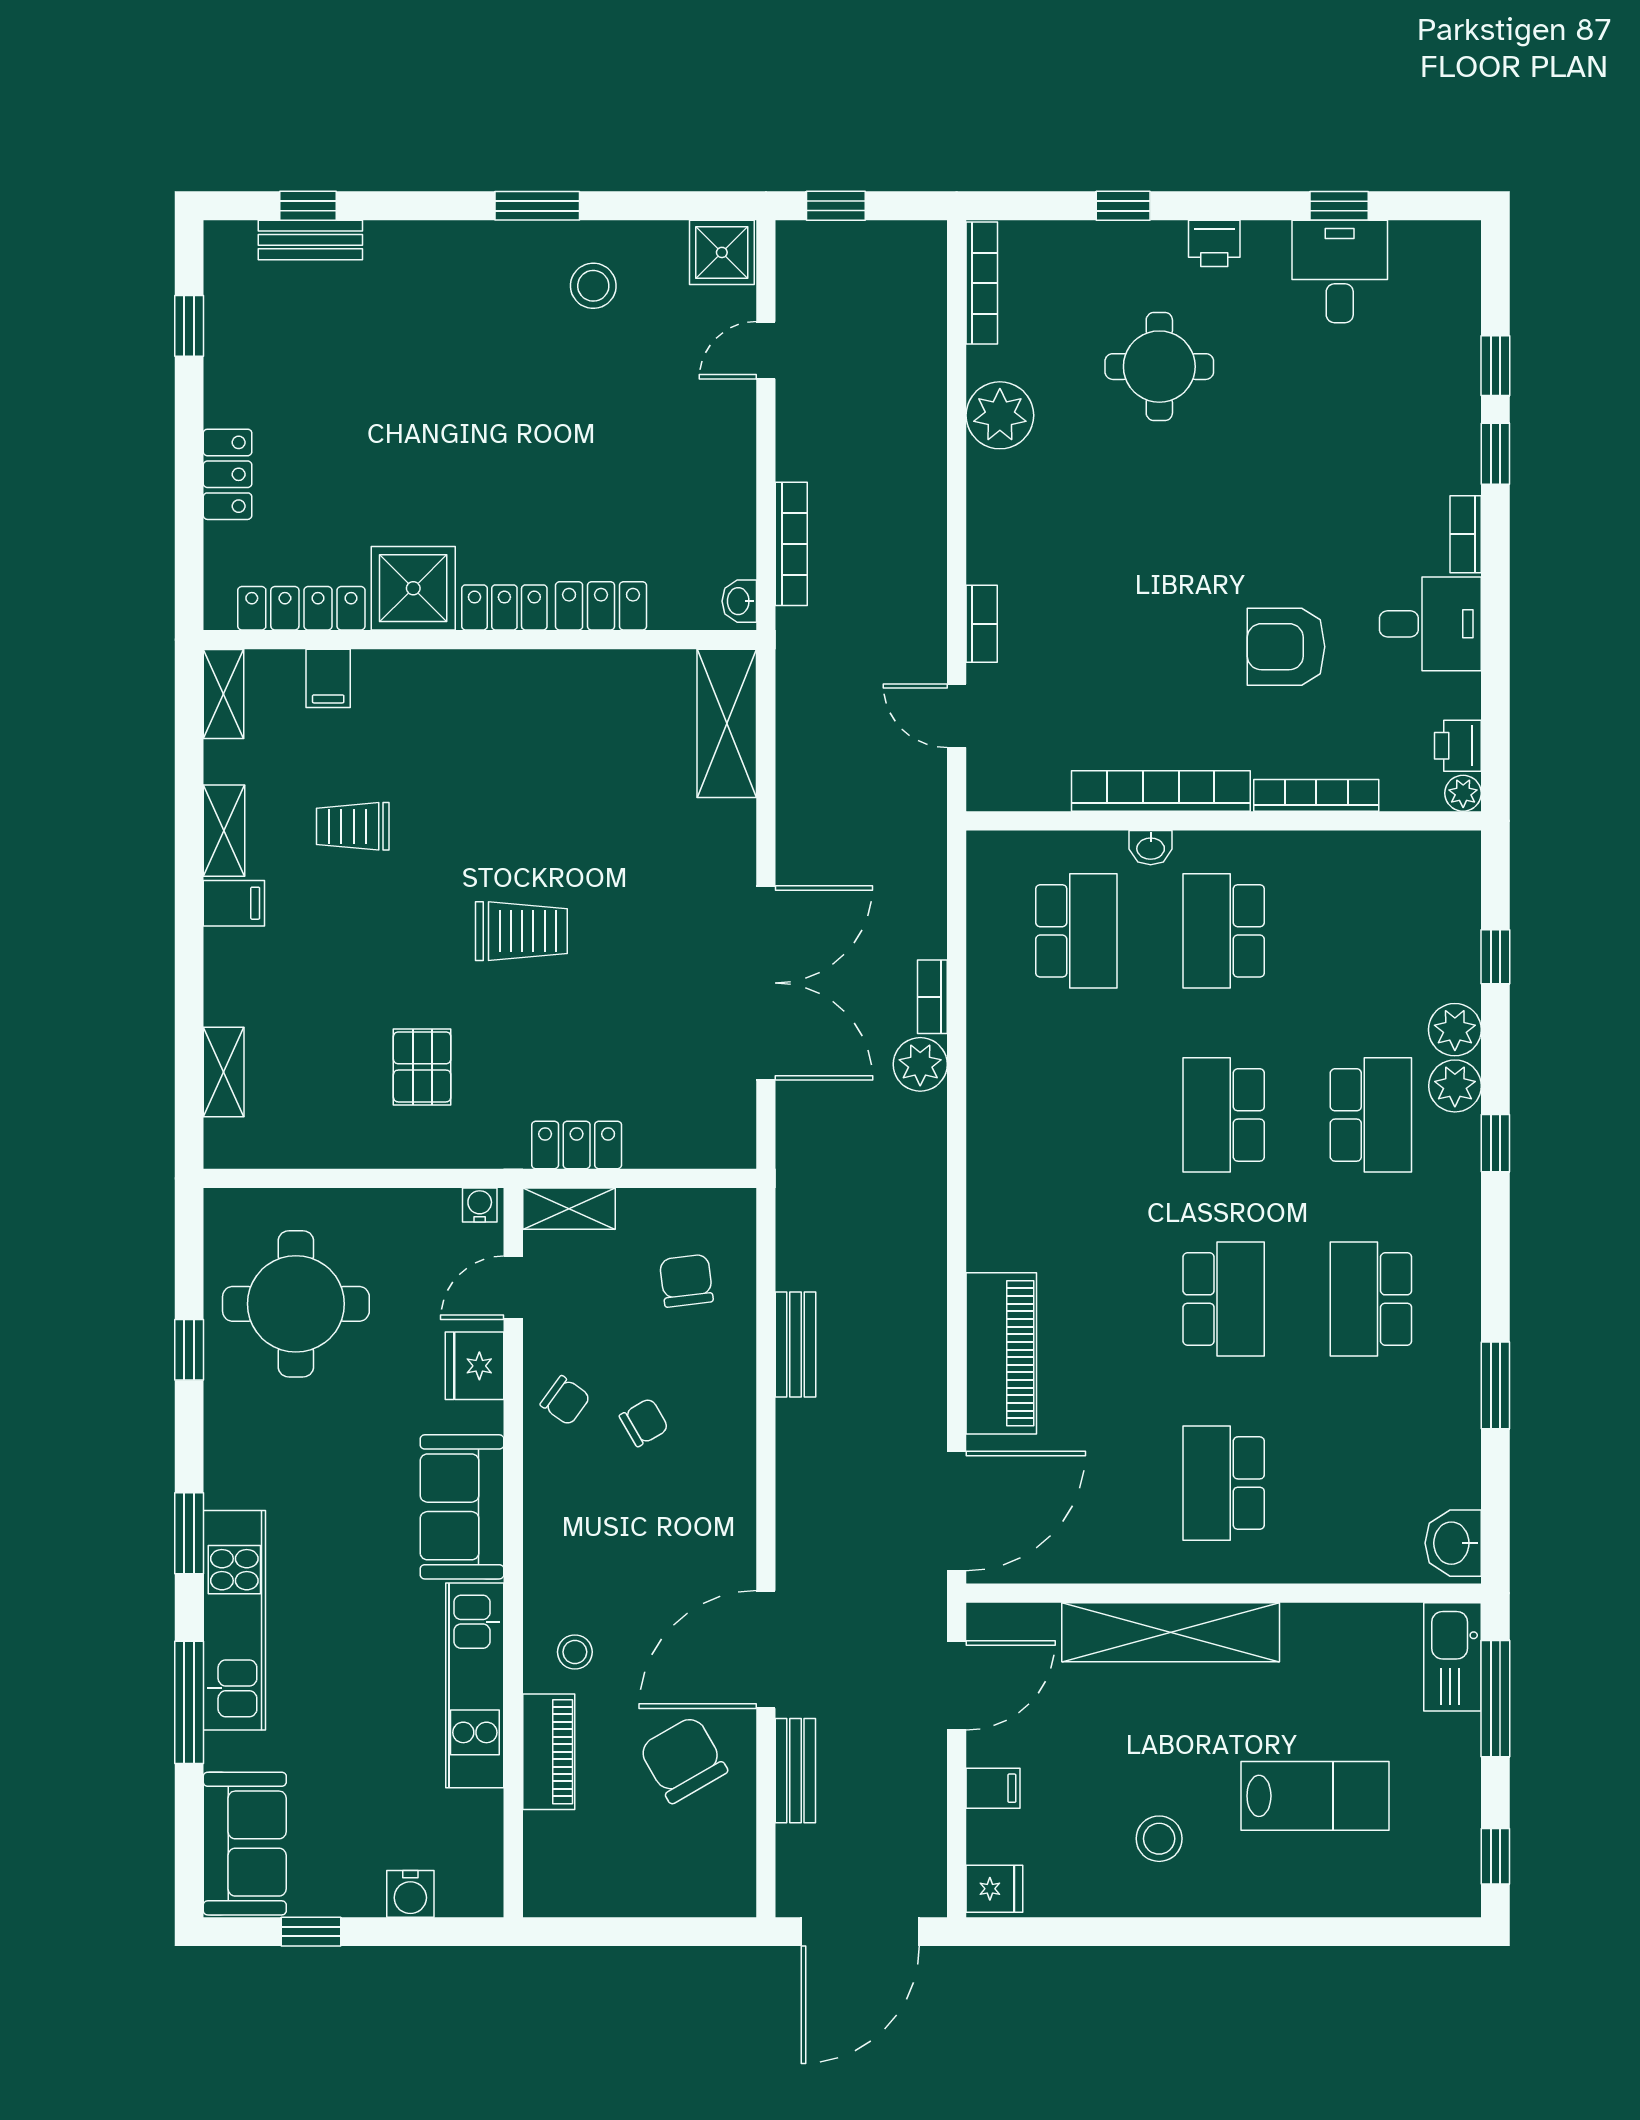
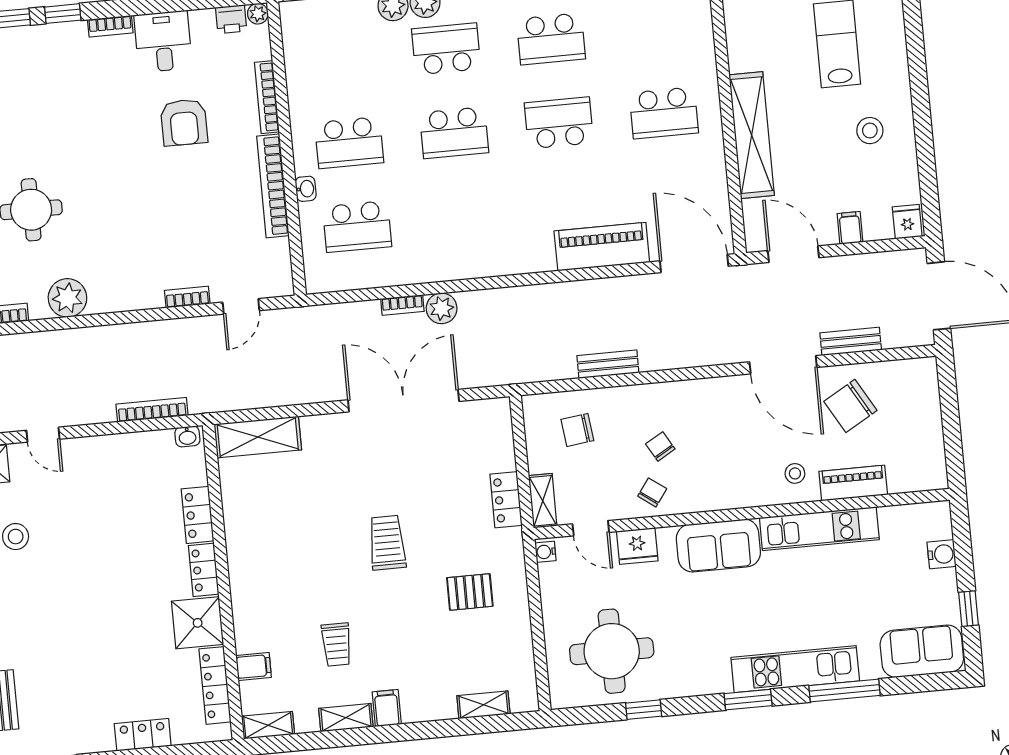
school desk: (1076, 931) -> (357, 227), turned 180

